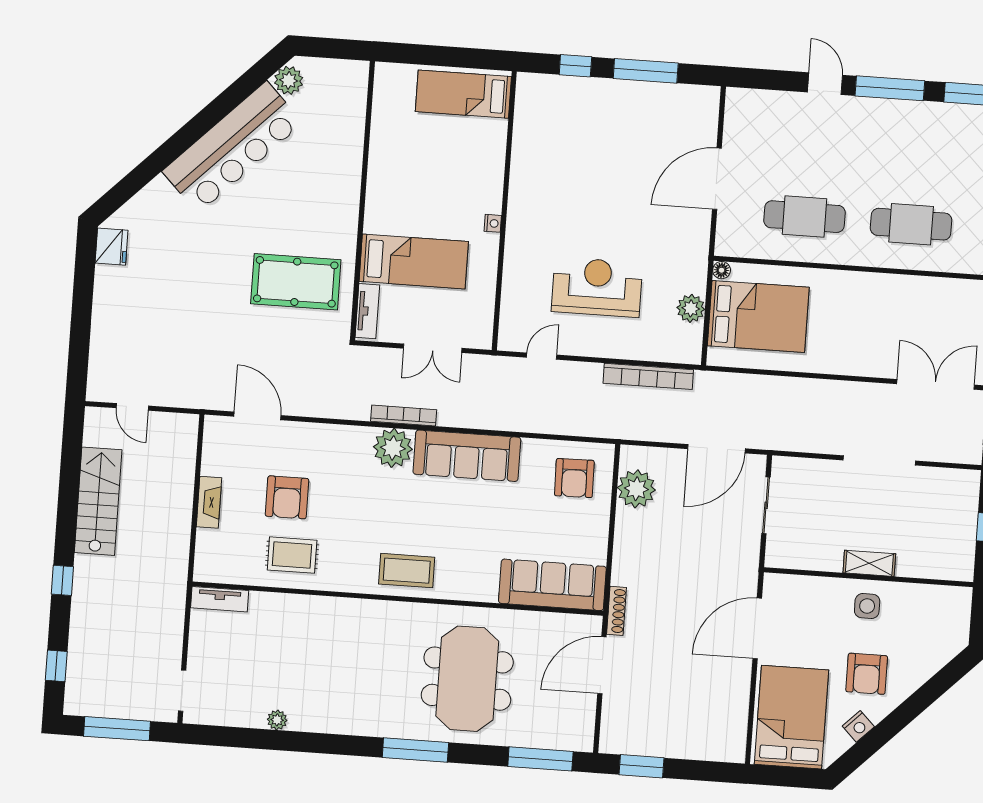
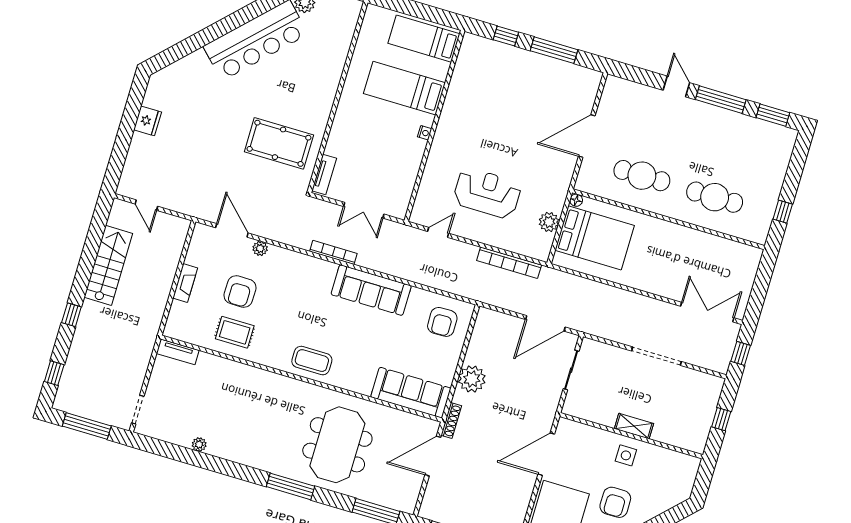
fridge: (112, 247) -> (148, 121), moved
bed: (414, 261) -> (404, 88), moved, turned 180
plant: (393, 448) -> (260, 248), moved, width x0.53, depth x0.53
plant: (636, 489) -> (472, 379), moved

